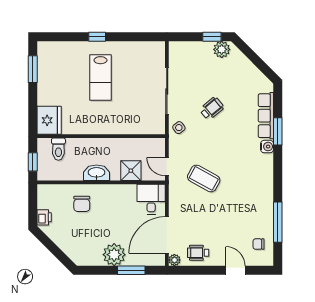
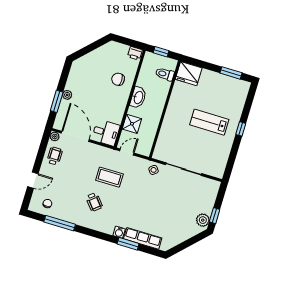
wheelchair: (212, 108) -> (94, 202), moved
coffee table: (204, 178) -> (109, 177), turned 61
printer: (44, 217) -> (135, 53), moved
plant: (114, 255) -> (67, 95), width x0.53, depth x0.53

